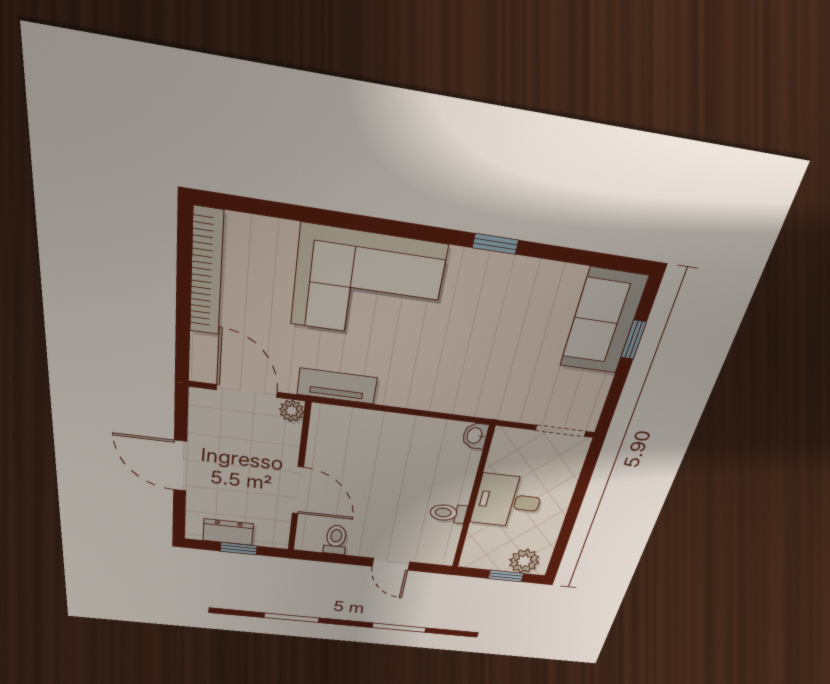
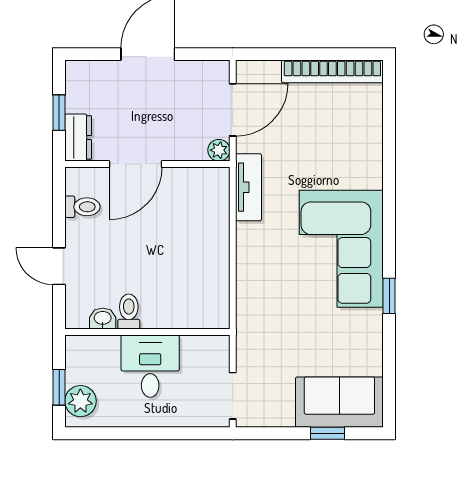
corner sofa: (368, 285) -> (341, 249), moved
washbasin: (475, 436) -> (103, 318), moved
dresser: (228, 532) -> (78, 137), moved
door: (391, 564) -> (59, 266), hinge flipped

